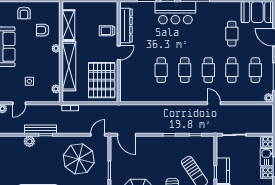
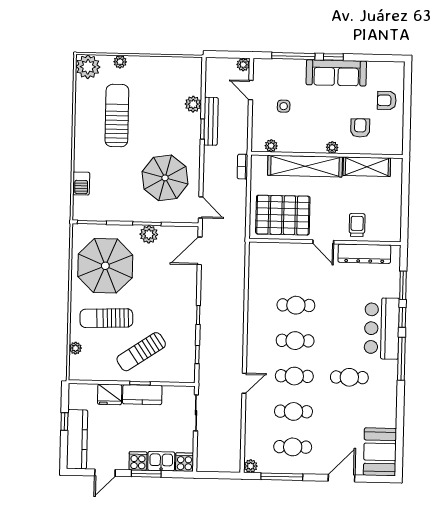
cafe table: (232, 34) -> (349, 377), moved
plant: (116, 169) -> (149, 234), added

